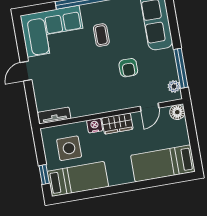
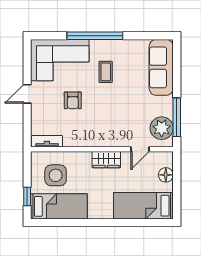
armchair: (128, 68) -> (73, 100), moved
plant: (174, 86) -> (162, 128), width x1.88, depth x1.88
floor lamp: (177, 112) -> (166, 175), moved
nightstand: (95, 126) -> (84, 158), removed

